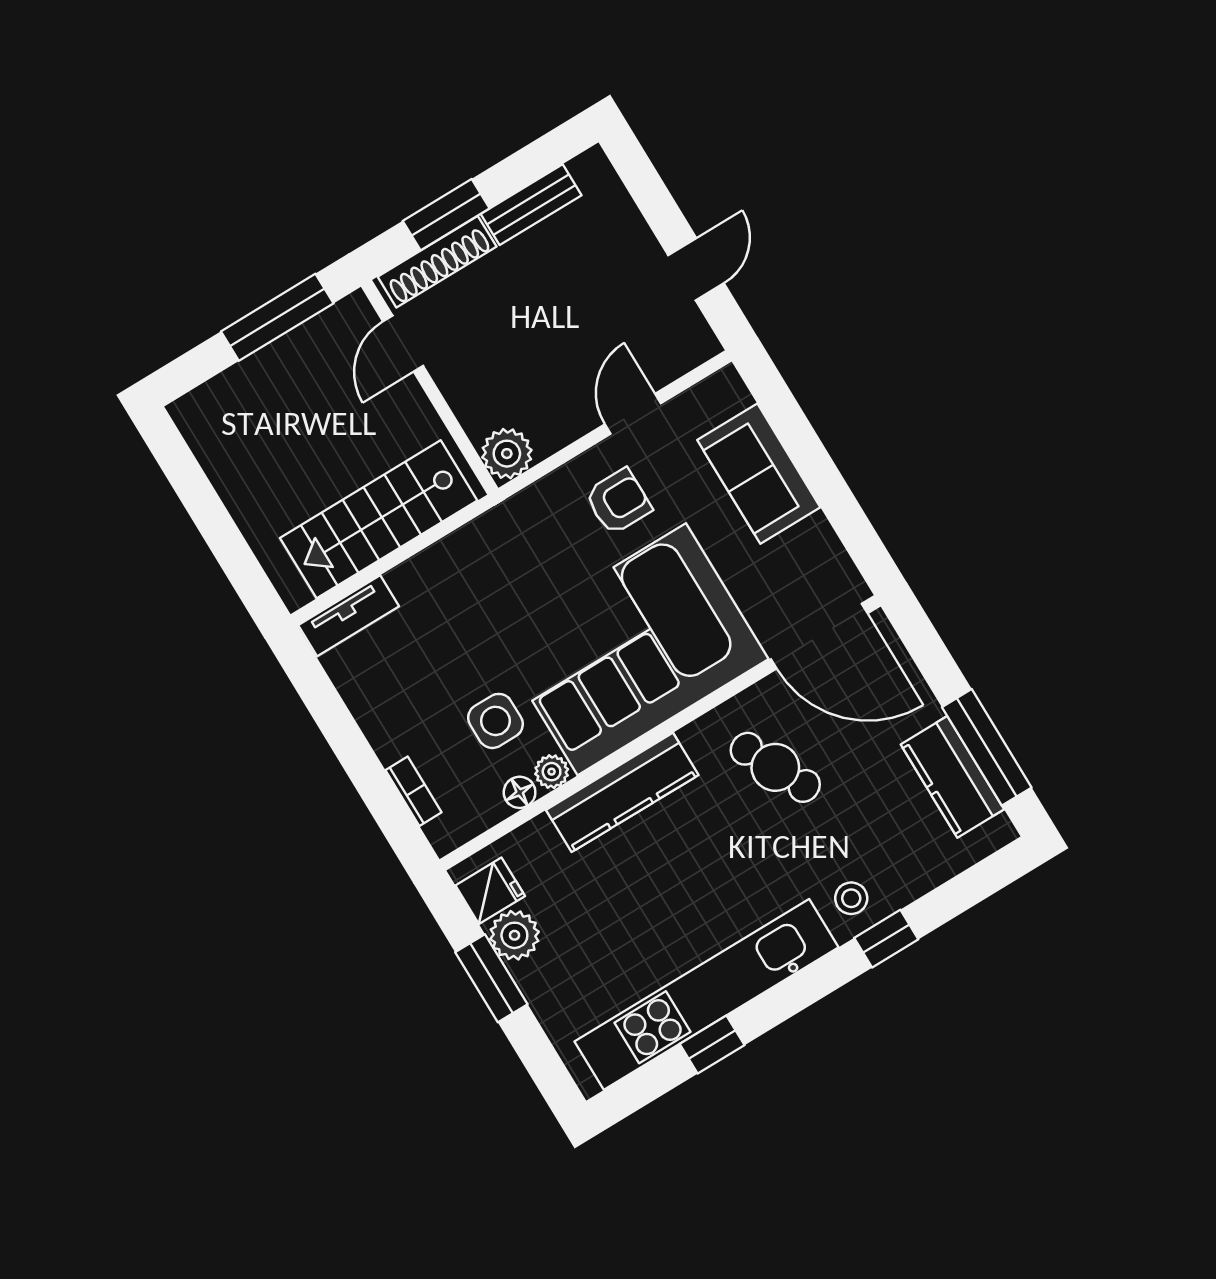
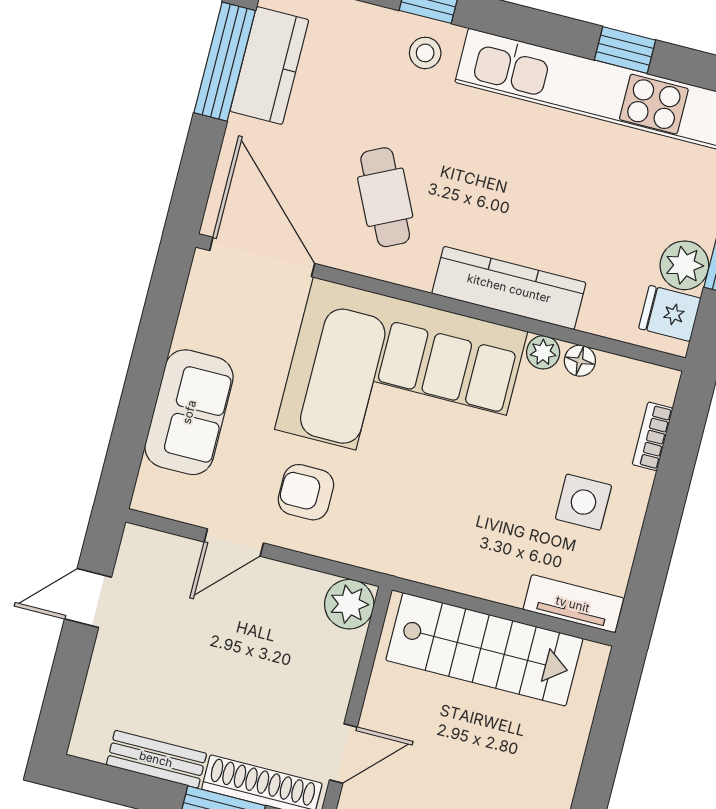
side table: (495, 721) -> (583, 502), moved

